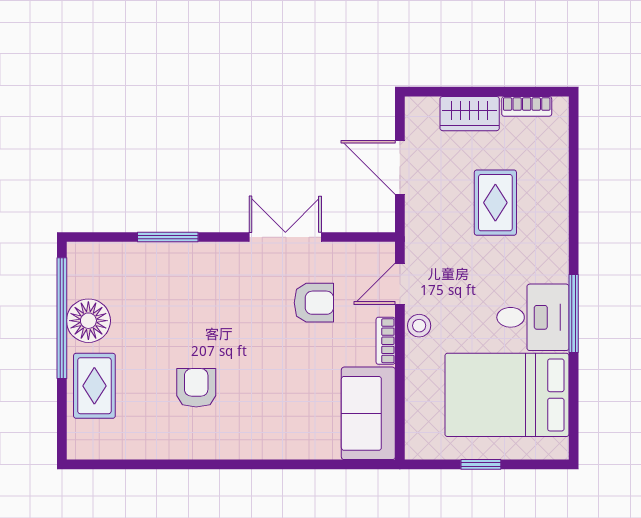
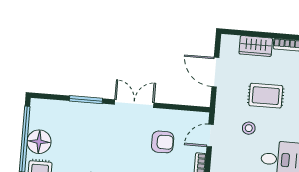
rug: (495, 203) -> (266, 96), turned 90
double door: (285, 237) -> (134, 104), moved
stool: (419, 326) -> (249, 128), moved

